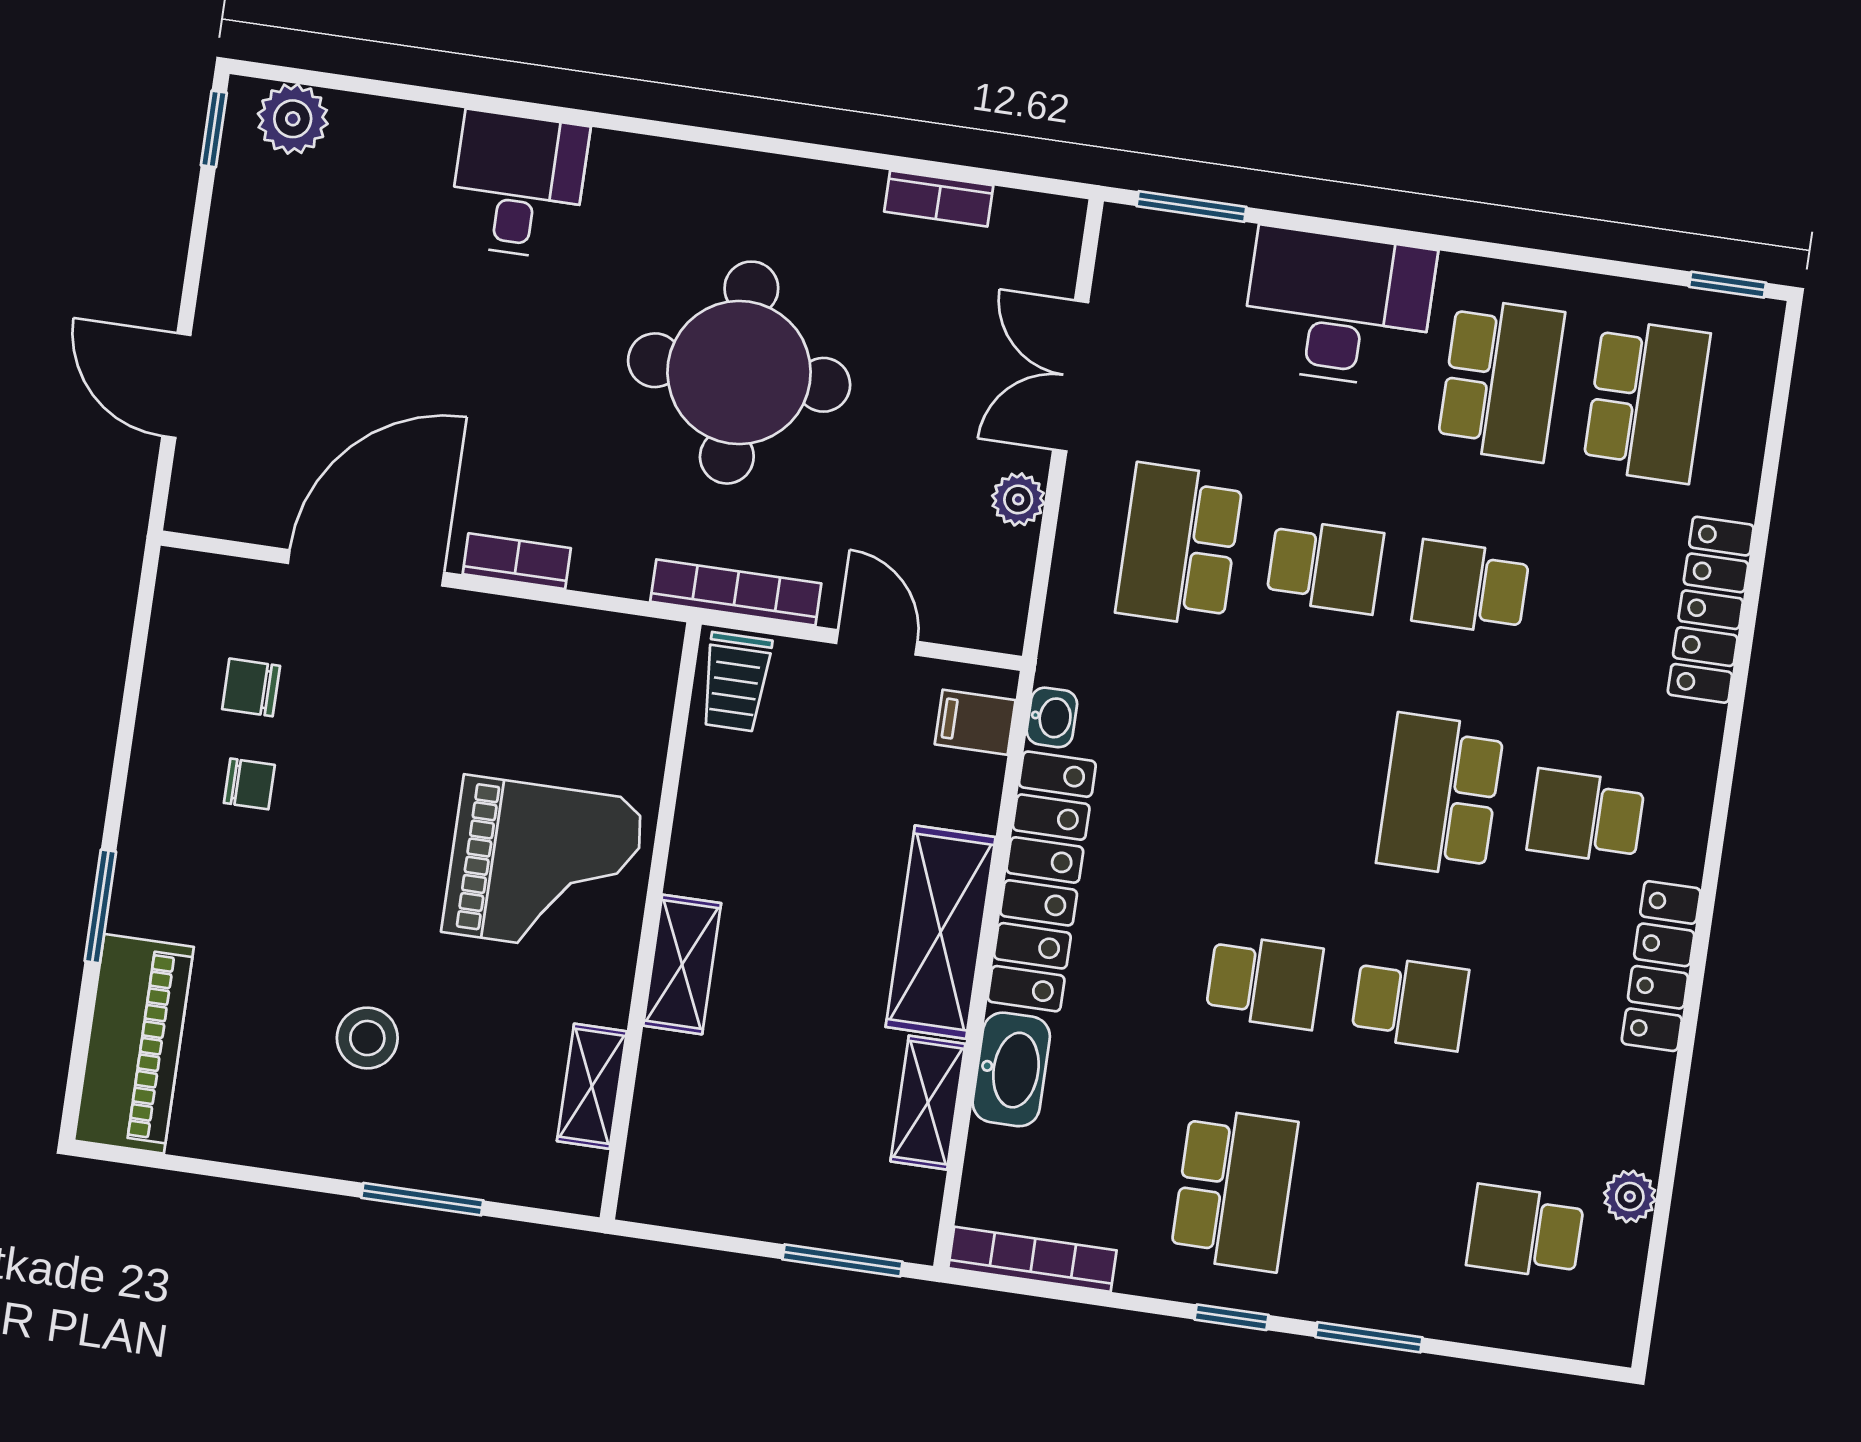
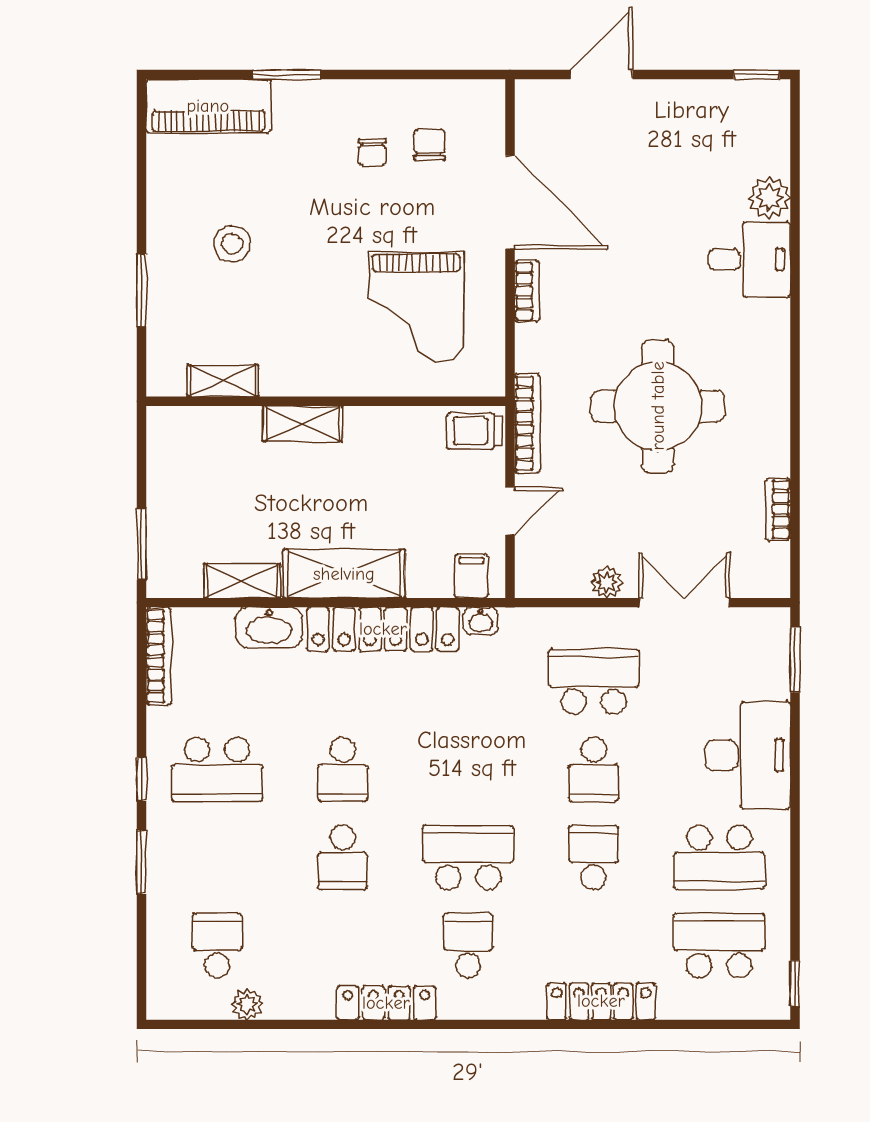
plant: (293, 119) -> (769, 198), moved
school desk: (1647, 401) -> (719, 945), turned 180
grand piano: (544, 866) -> (416, 307), moved

